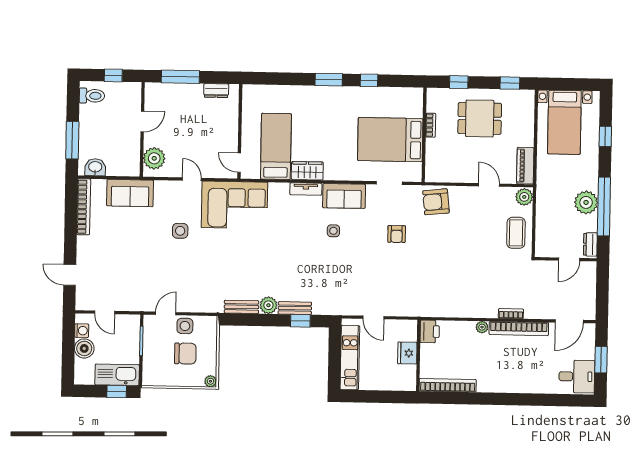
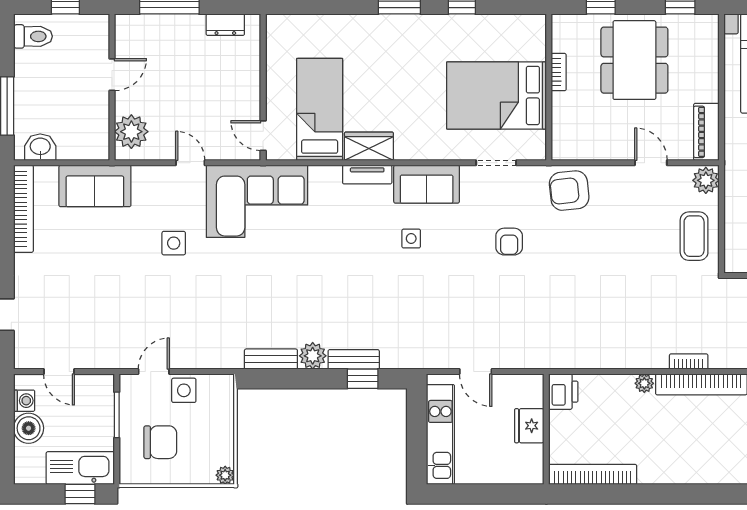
dining table: (480, 118) -> (634, 60), width x1.38
chair: (185, 354) -> (160, 442), moved

